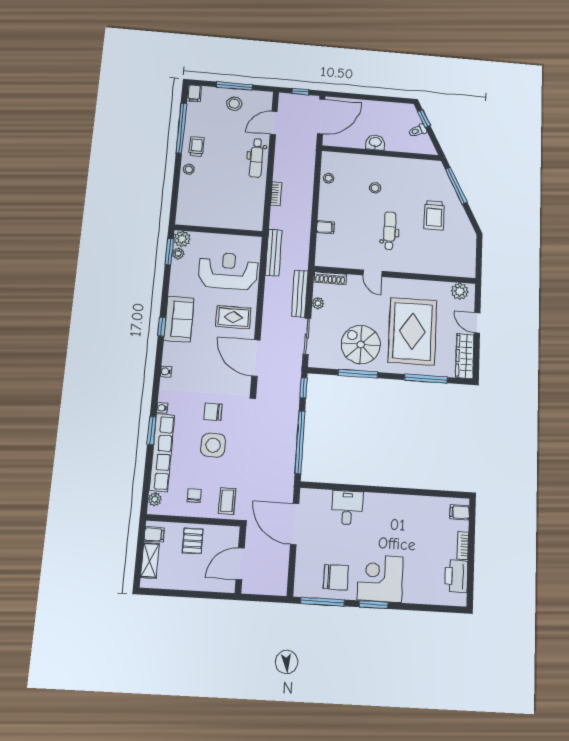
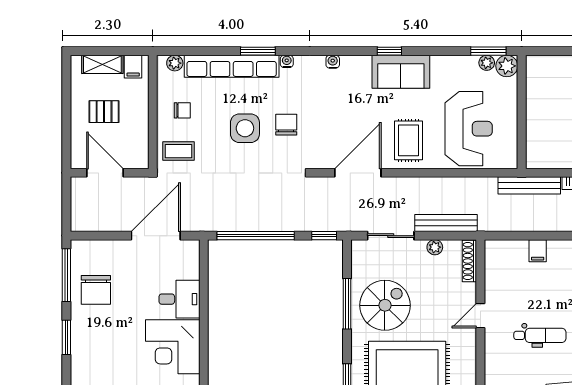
bench: (274, 252) -> (529, 185), moved
pallet: (193, 541) -> (104, 112), moved
corner desk: (380, 578) -> (173, 347), moved, turned 180

